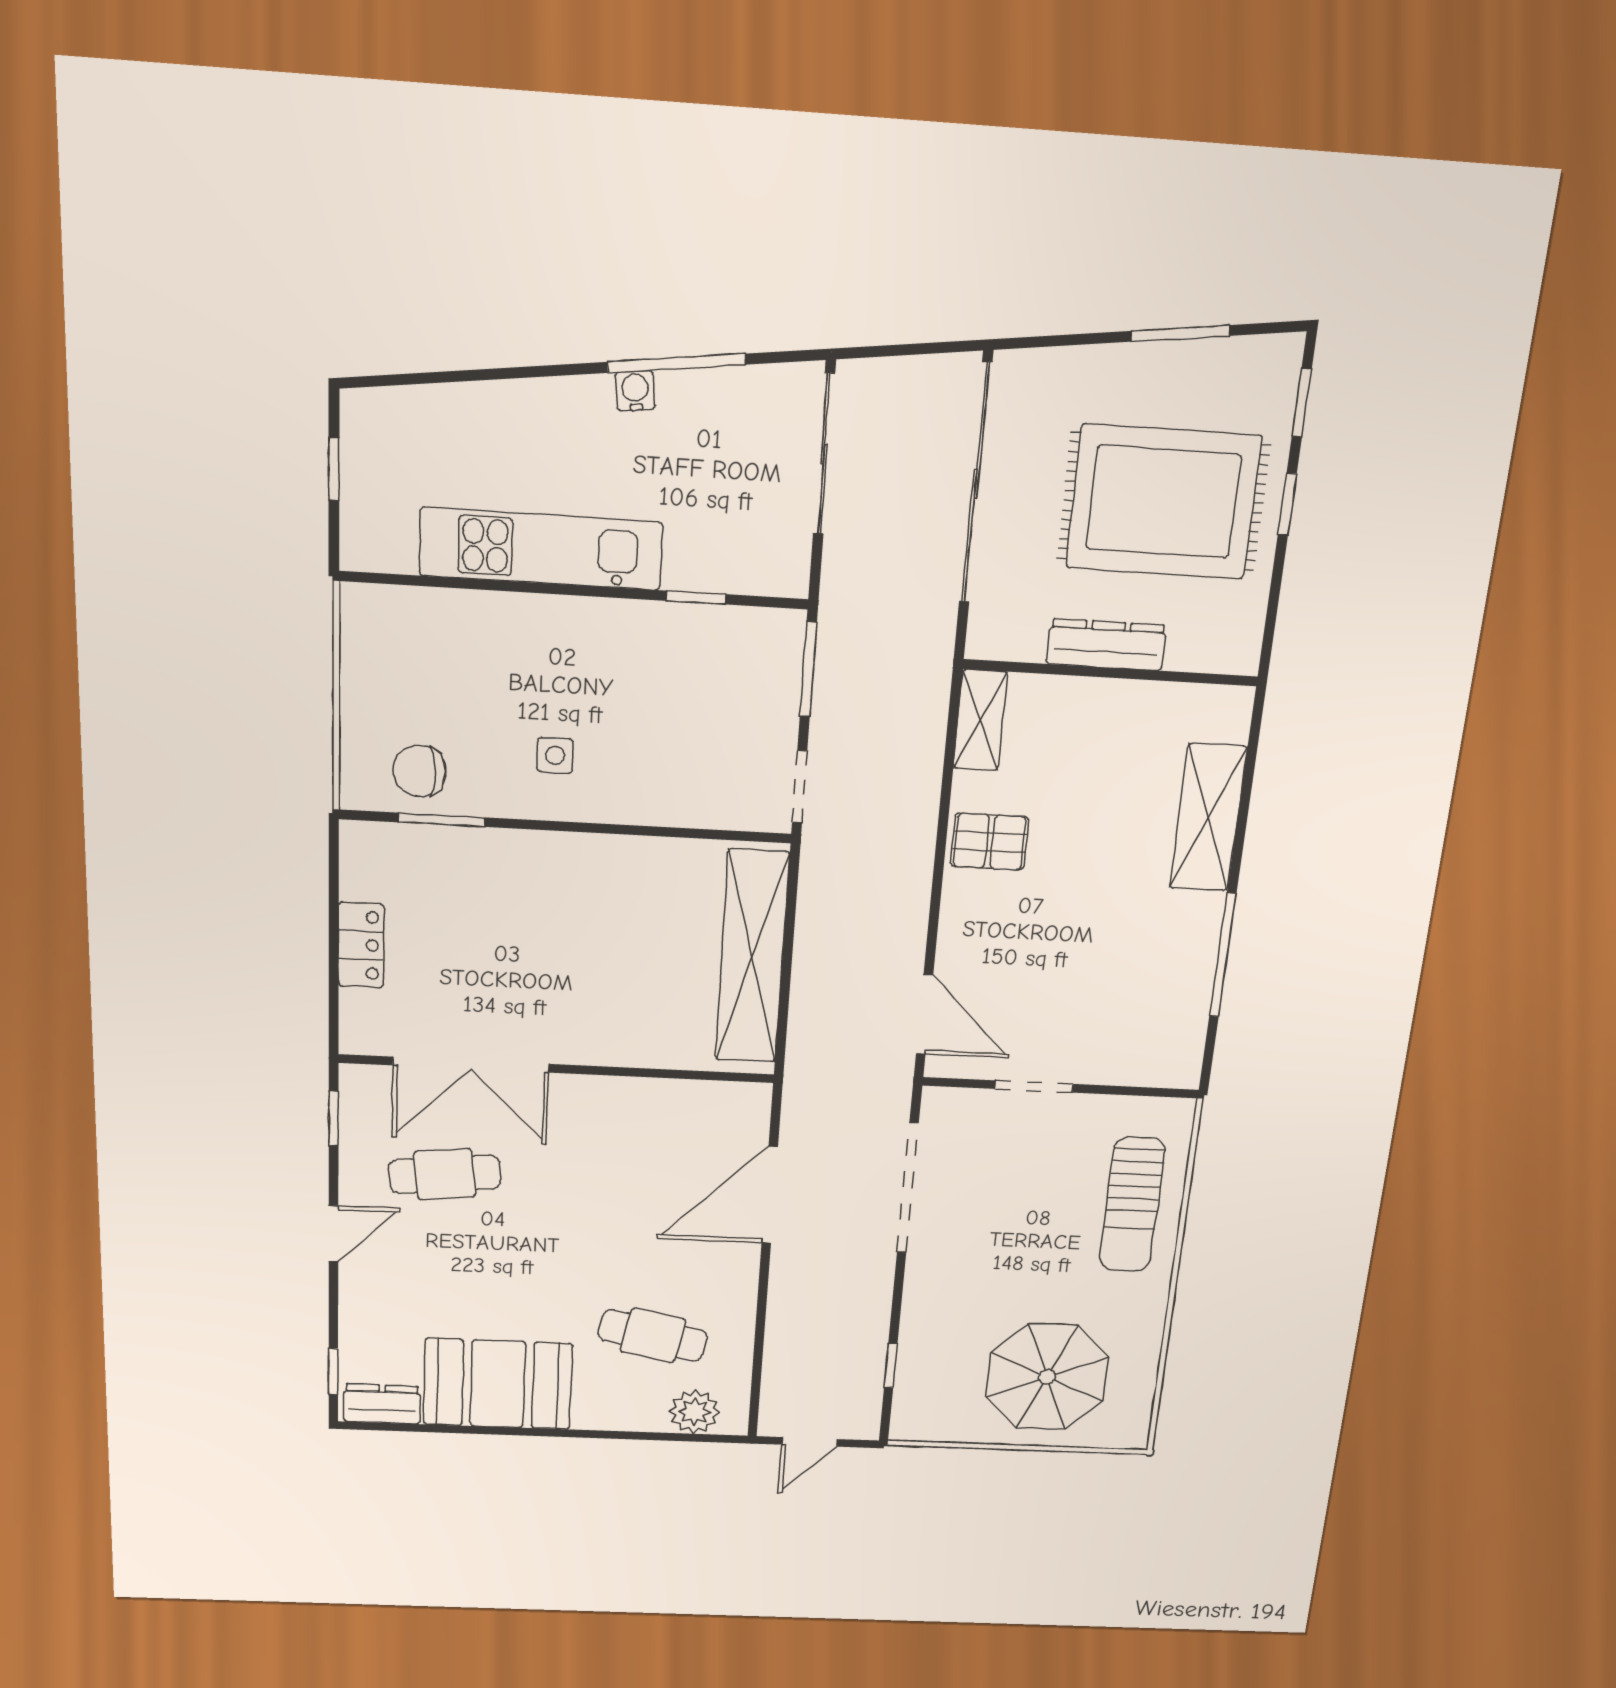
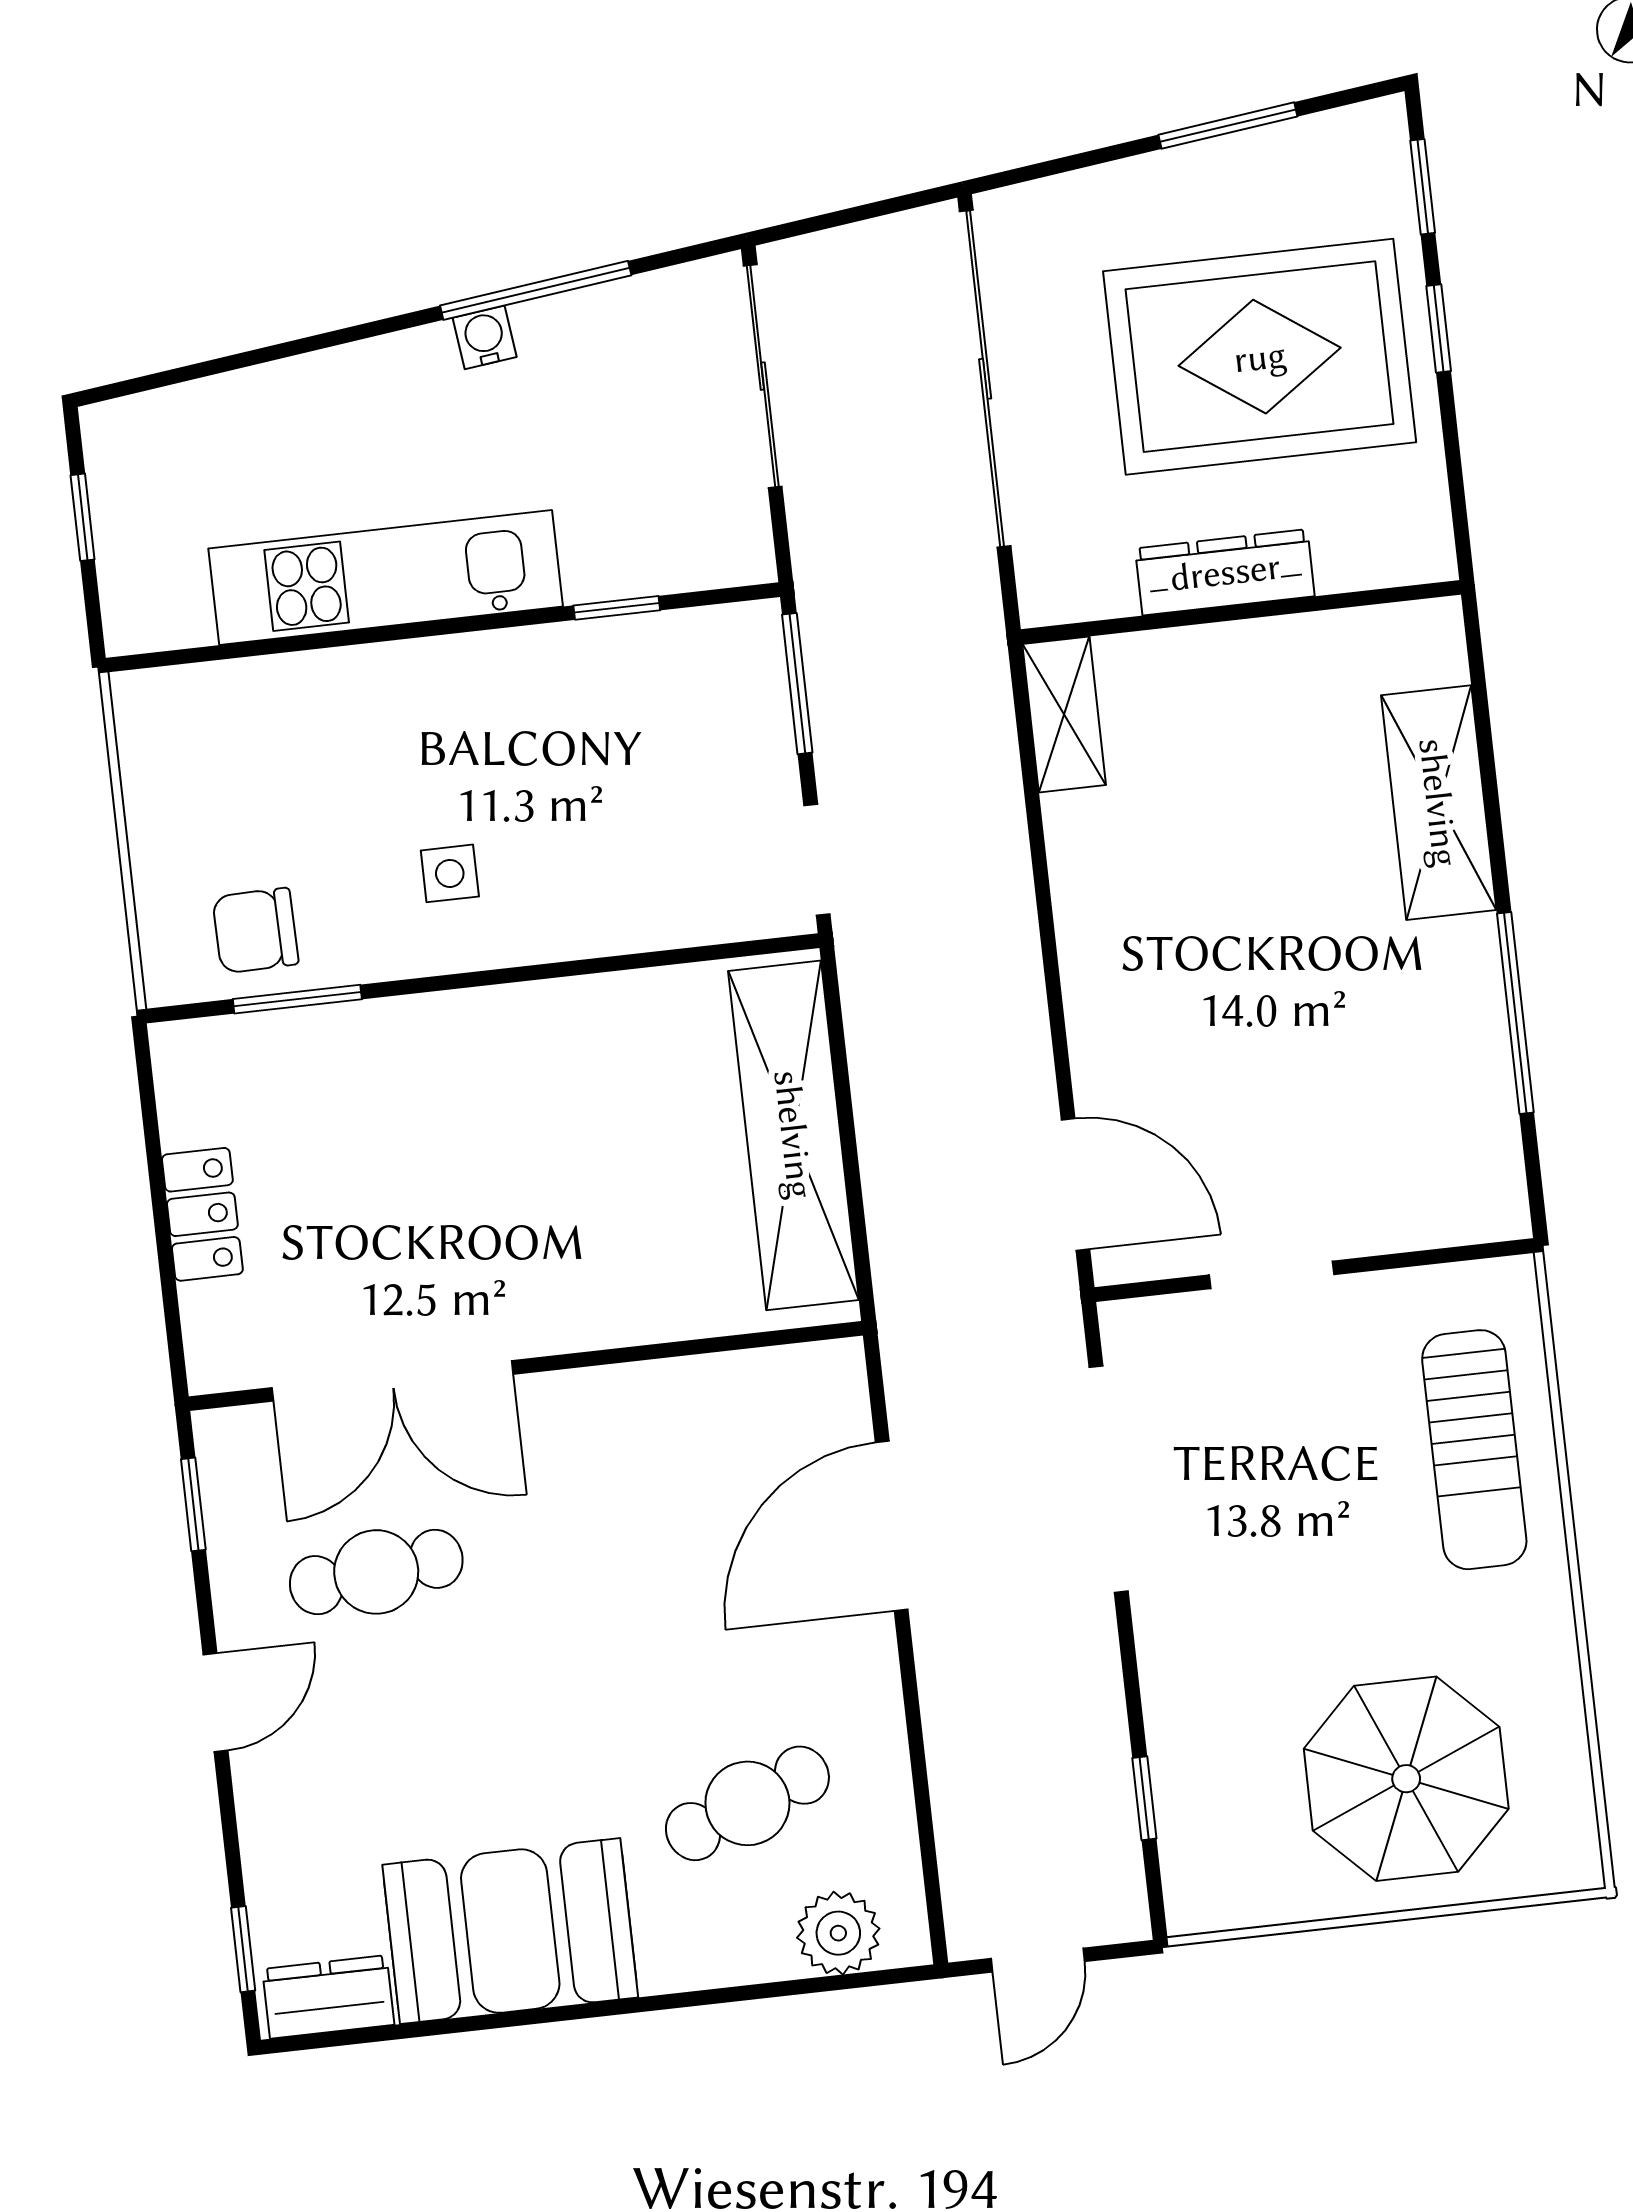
pallet: (990, 842) -> (1117, 895), removed
cafe table: (653, 1335) -> (747, 1803), turned -33

